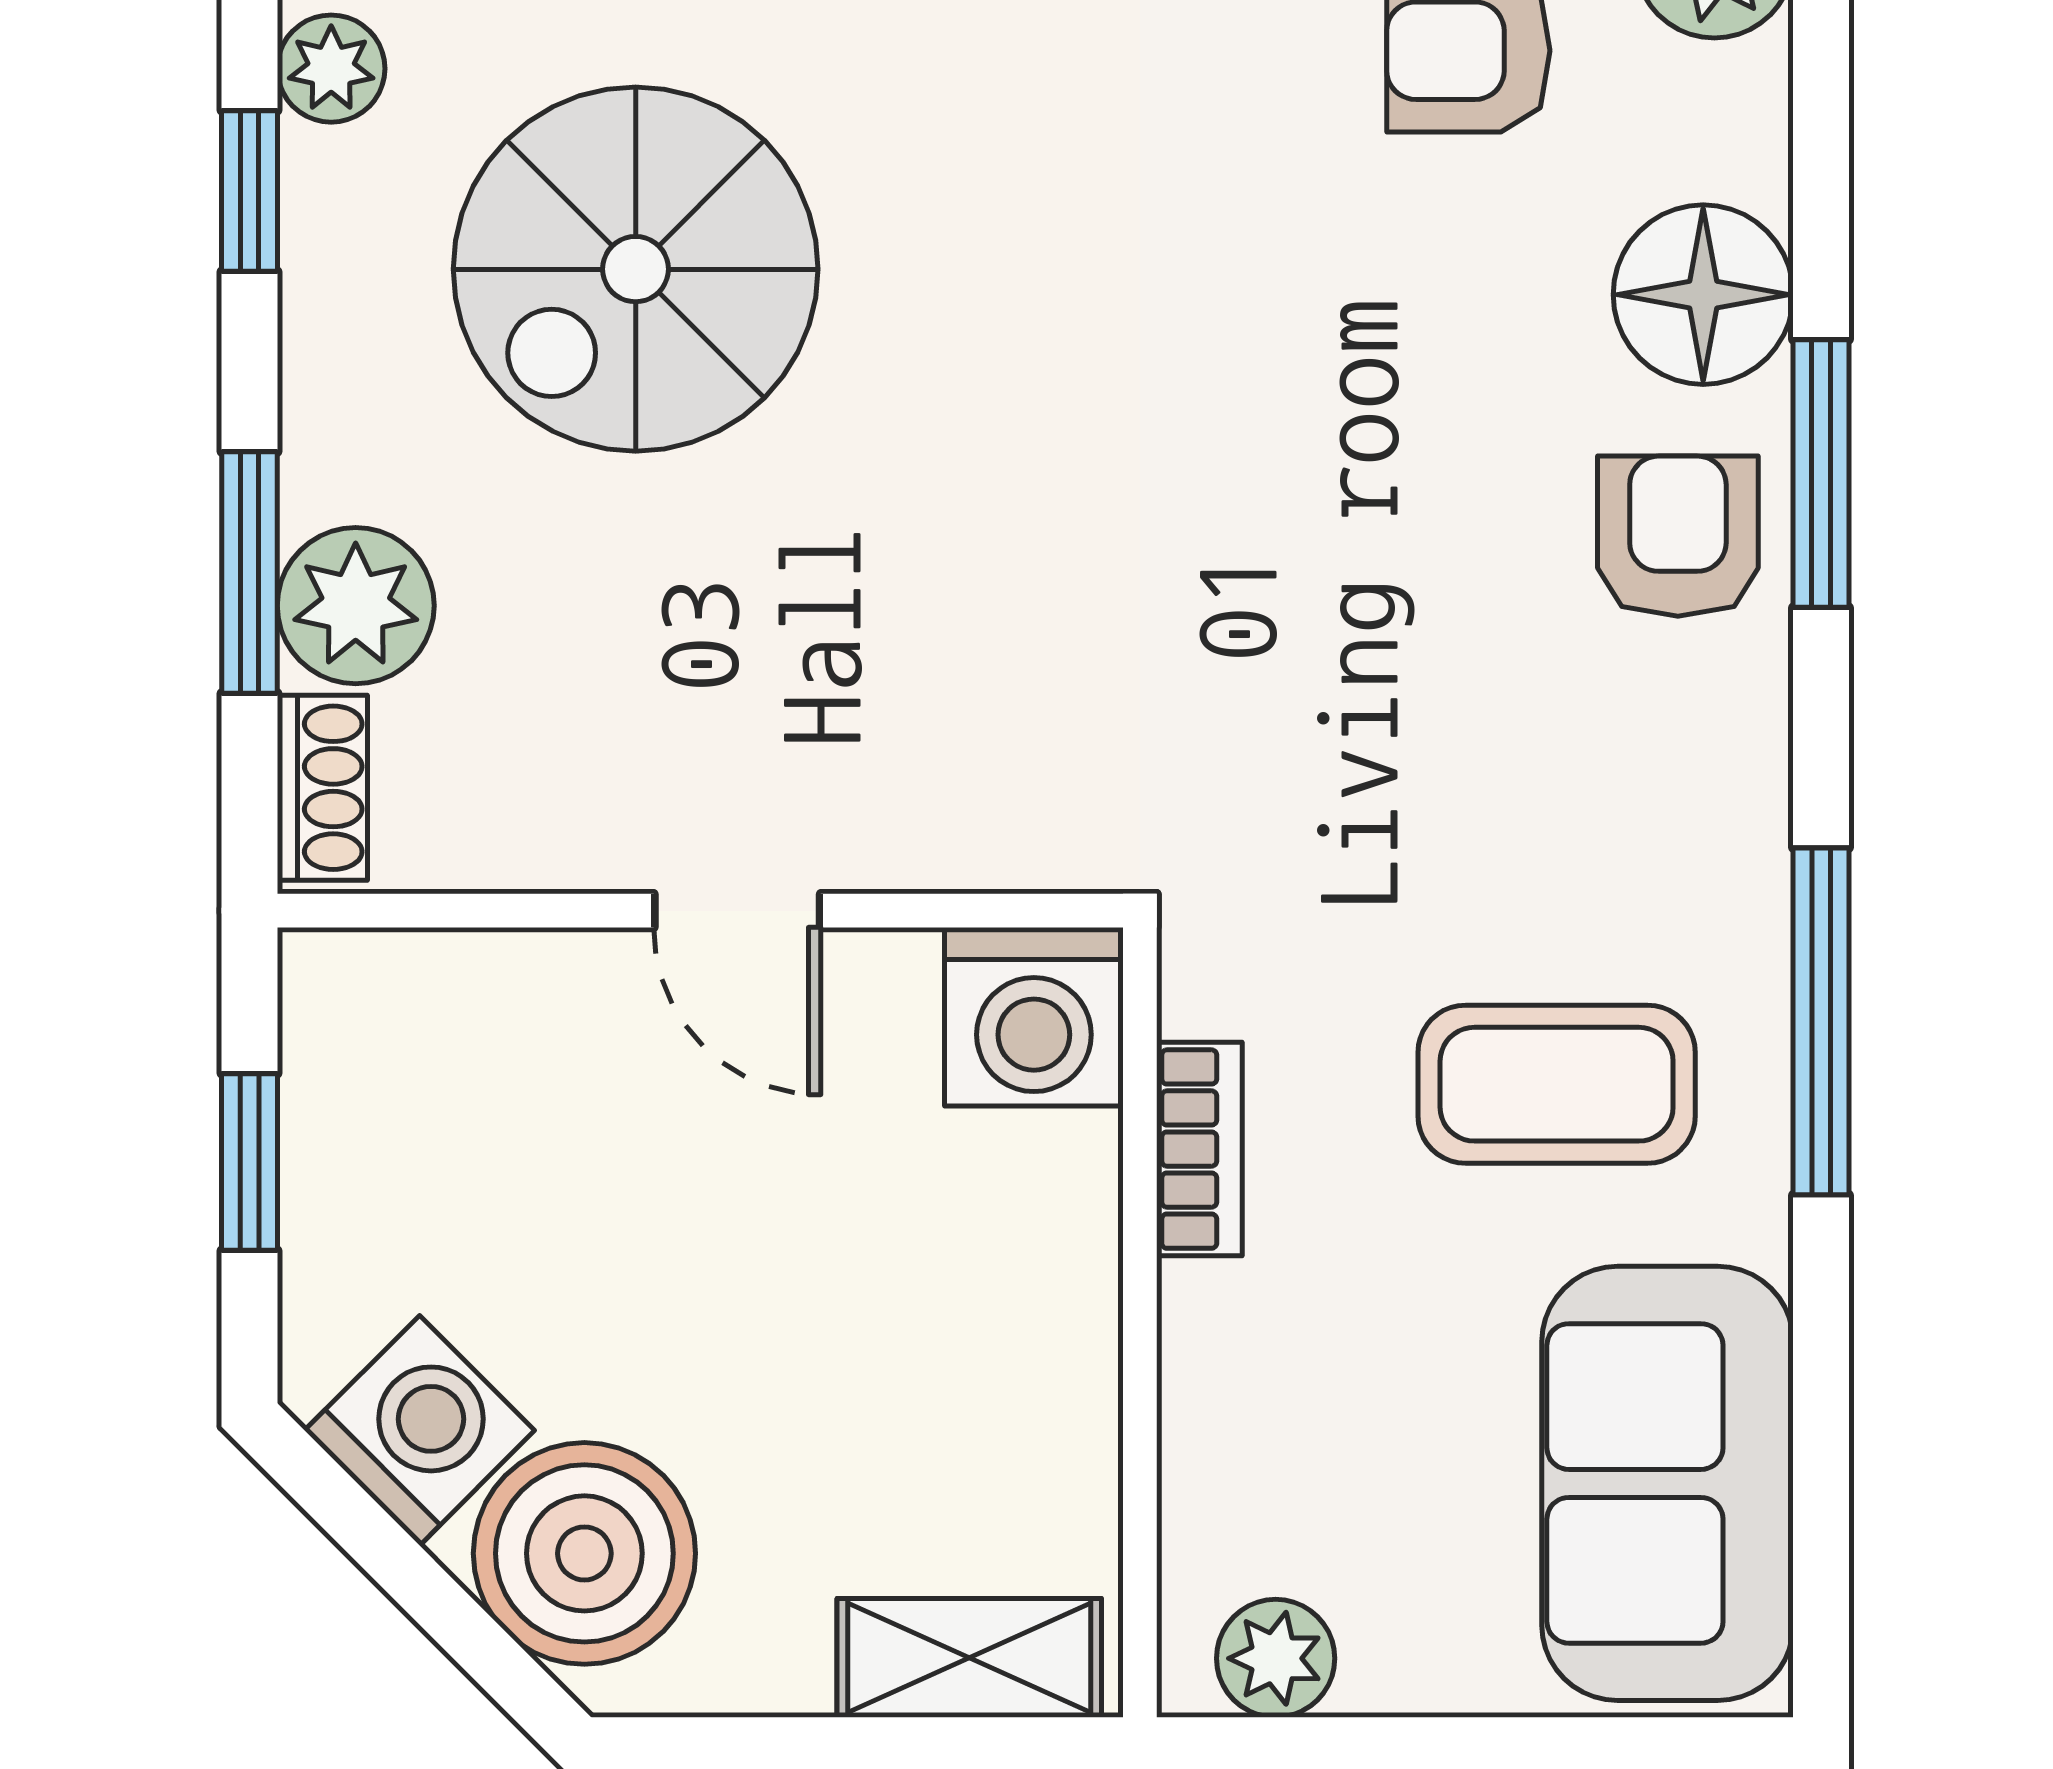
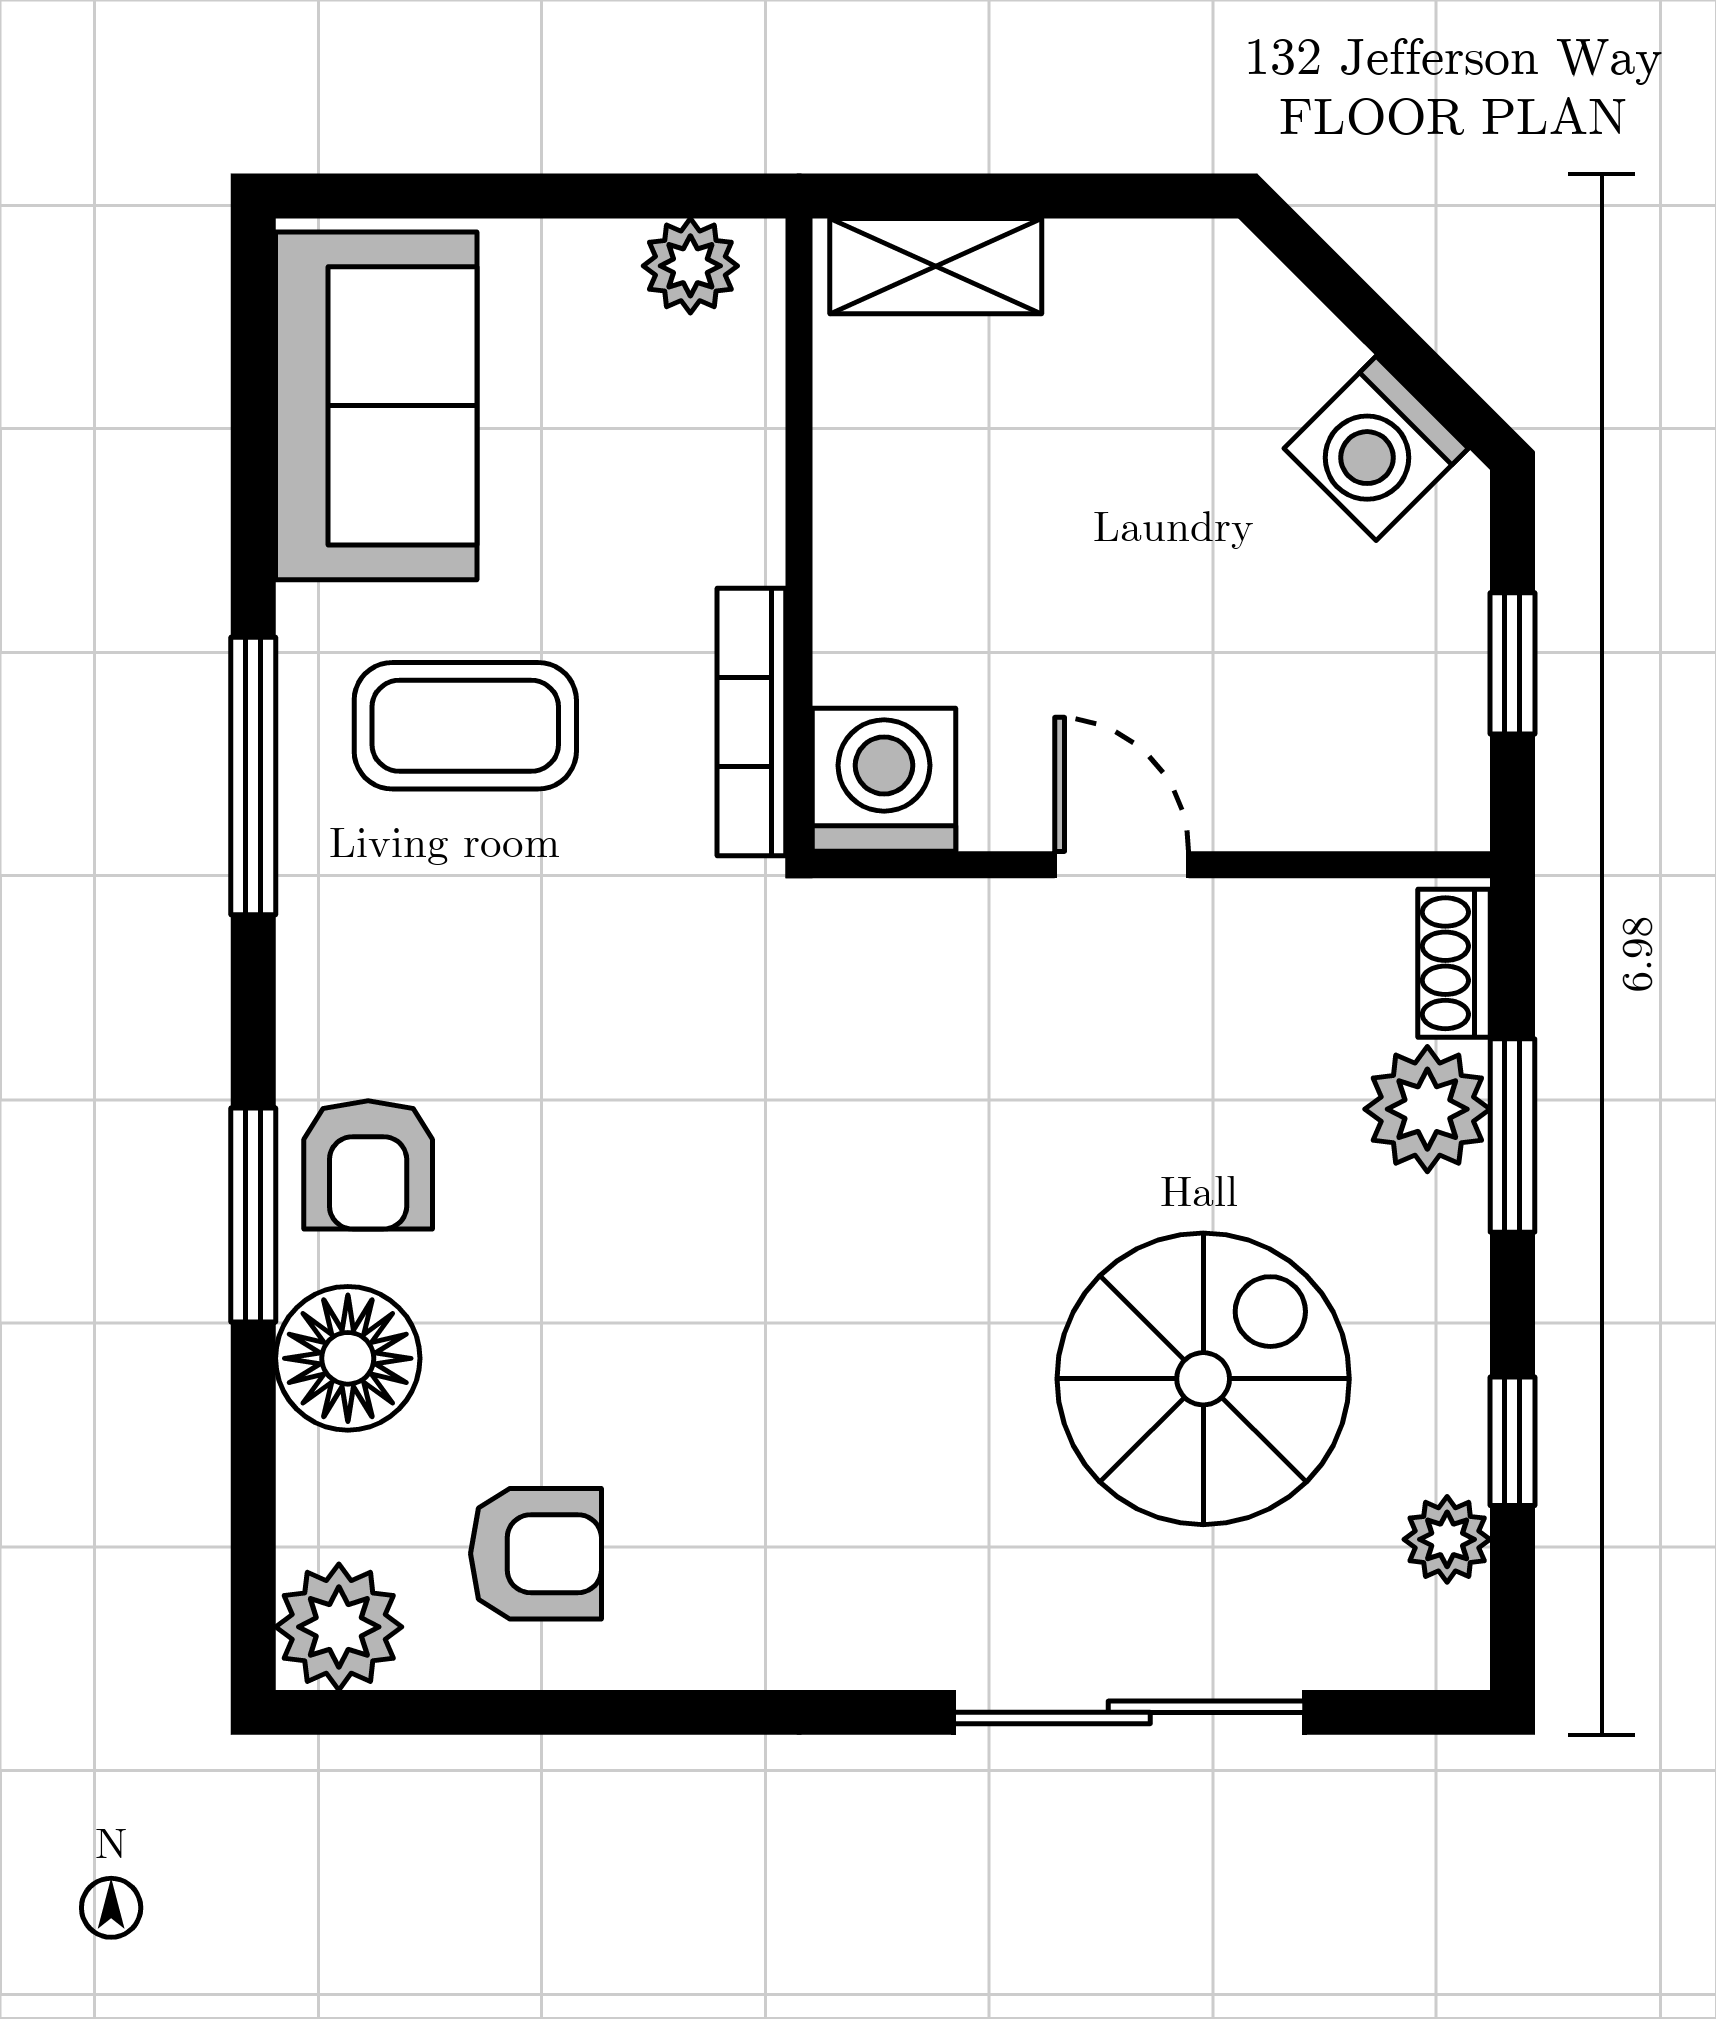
bookcase: (1199, 1149) -> (751, 722), width x1.56
boiler: (584, 1553) -> (1244, 350), removed

